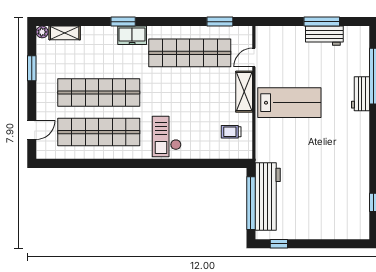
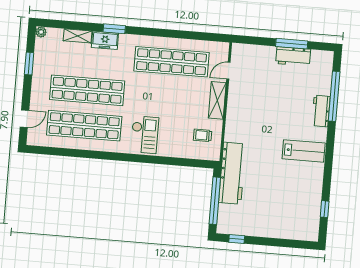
window: (220, 22) -> (201, 36), removed
shelving: (65, 33) -> (78, 36), moved
freezer: (132, 35) -> (105, 40), moved
lab bench: (289, 103) -> (304, 151), moved, width x0.73, depth x0.72
checkout: (167, 136) -> (145, 135), turned 180
workbench: (268, 197) -> (232, 173), moved

